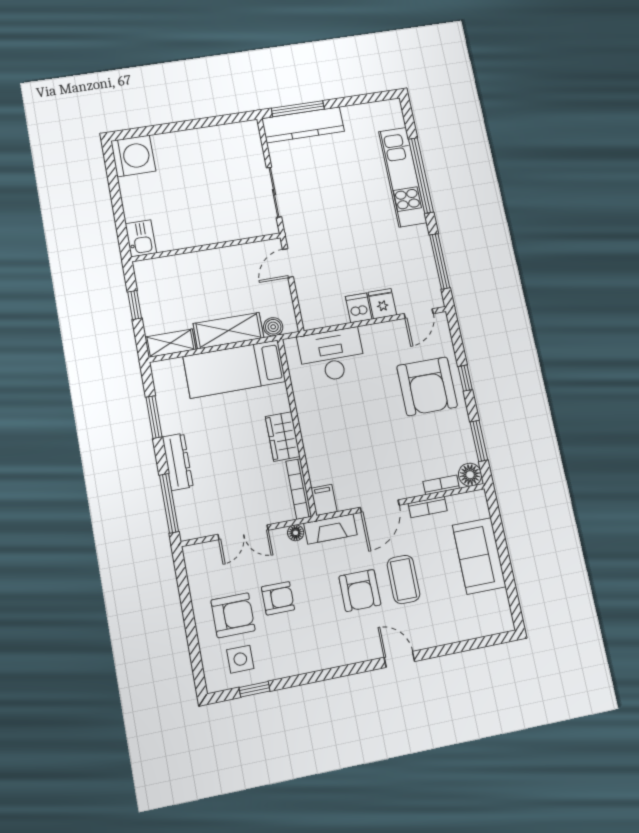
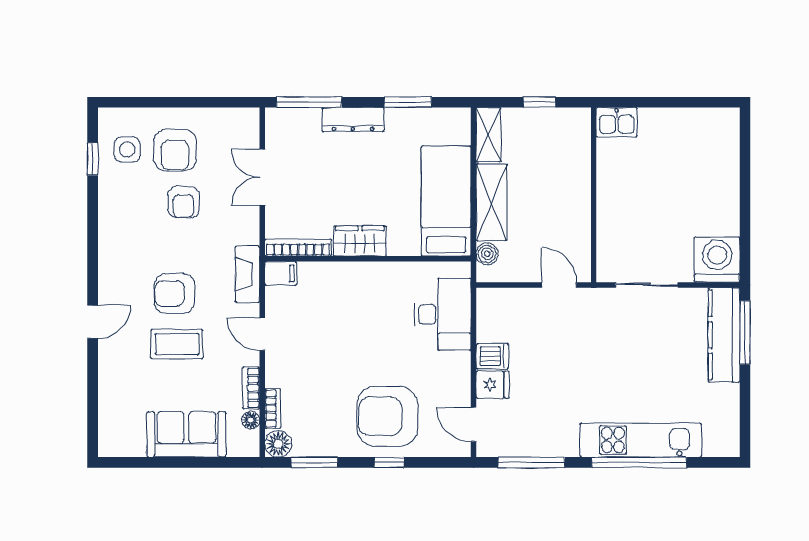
washing machine: (133, 156) -> (717, 260), moved, turned 180
door: (380, 506) -> (262, 334), width x0.73
floor lamp: (296, 533) -> (251, 420), moved

